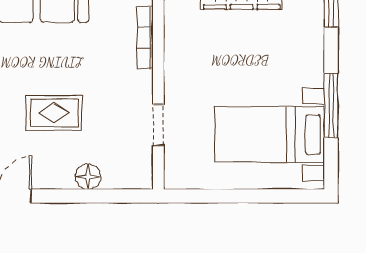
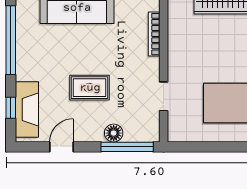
window: (107, 196) -> (127, 147), added

